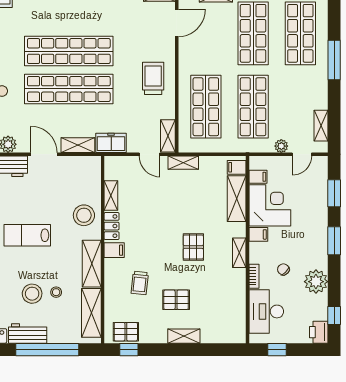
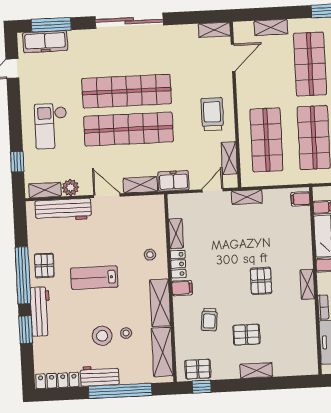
shelving: (168, 136) -> (229, 158), moved
door: (150, 154) -> (213, 190), swing flipped
shelving: (237, 199) -> (302, 230), removed
stool: (84, 215) -> (150, 255), width x0.53, depth x0.53

